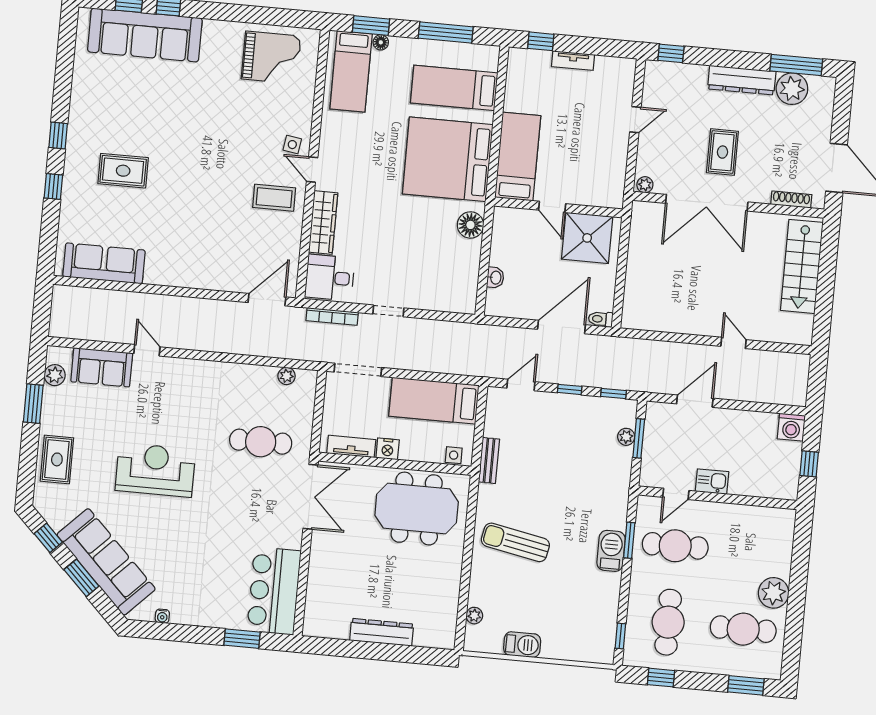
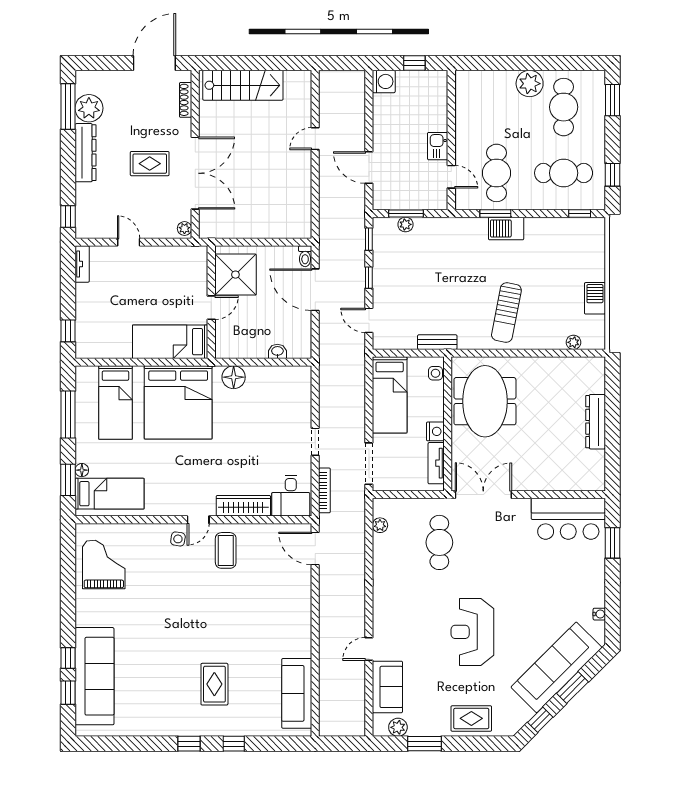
tv unit: (573, 61) -> (82, 264), moved

